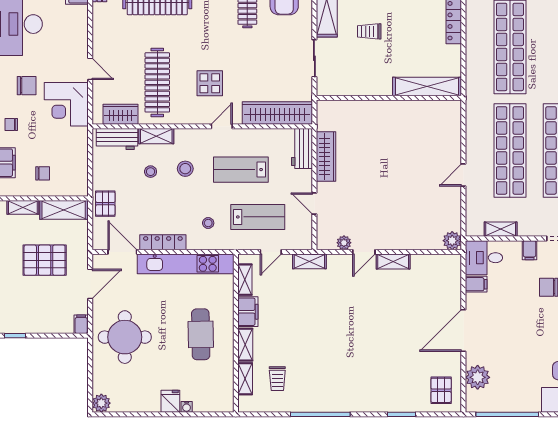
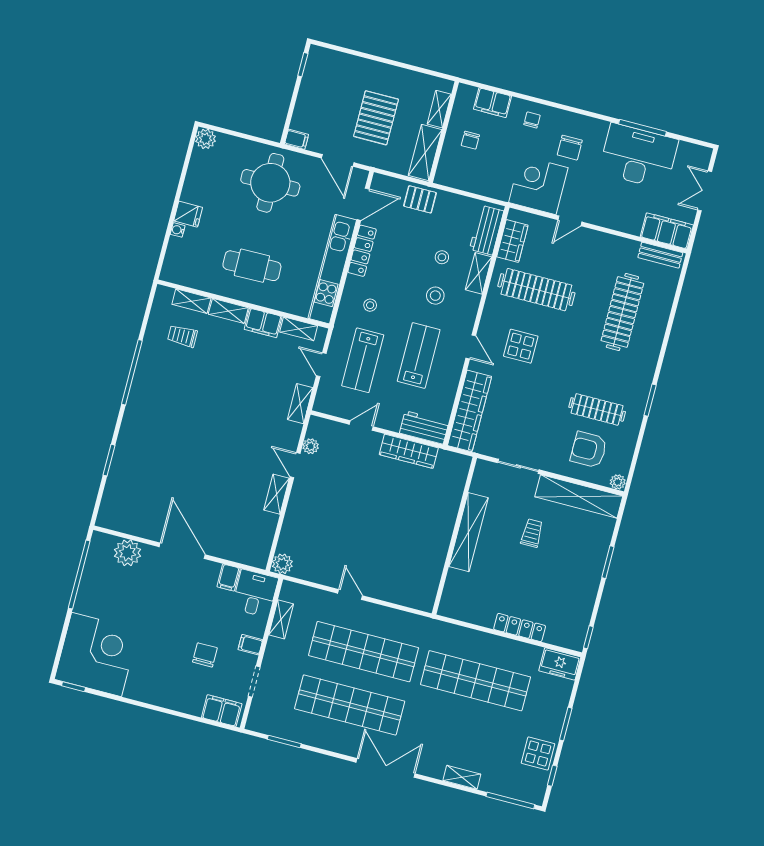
shelving: (427, 86) -> (469, 532), moved
pallet: (441, 390) -> (124, 510), removed

